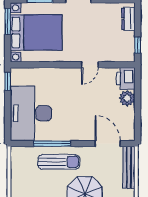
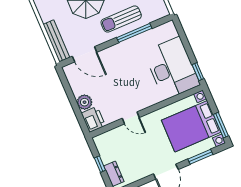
window: (138, 45) -> (100, 164), moved
door: (90, 65) -> (131, 118), swing flipped
desk: (31, 113) -> (172, 68), moved

